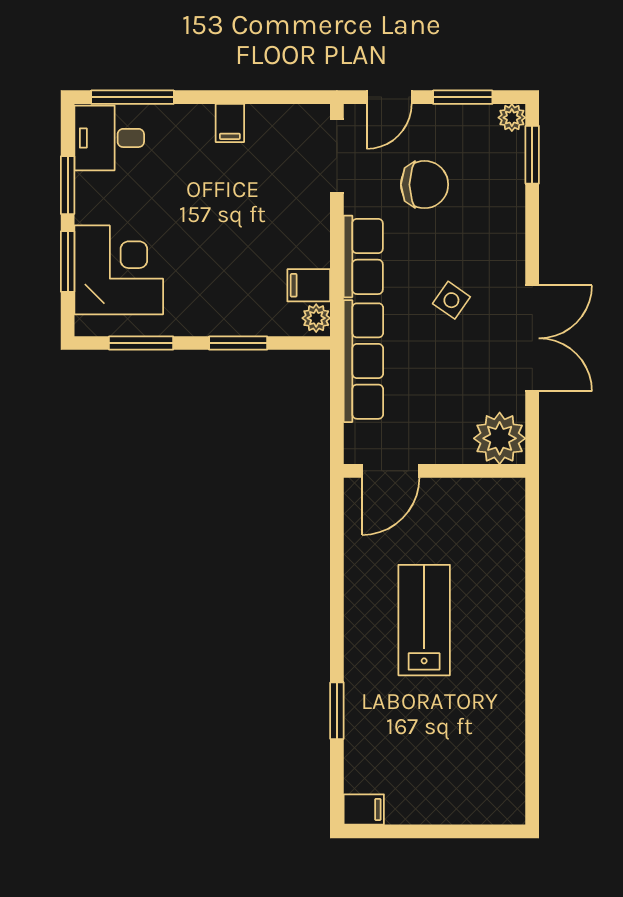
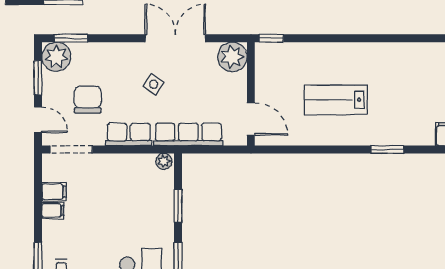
plant: (512, 118) -> (56, 57), width x1.87, depth x1.87
filing cabinet: (309, 285) -> (54, 192), moved, turned -90
window: (532, 507) -> (271, 38), added

